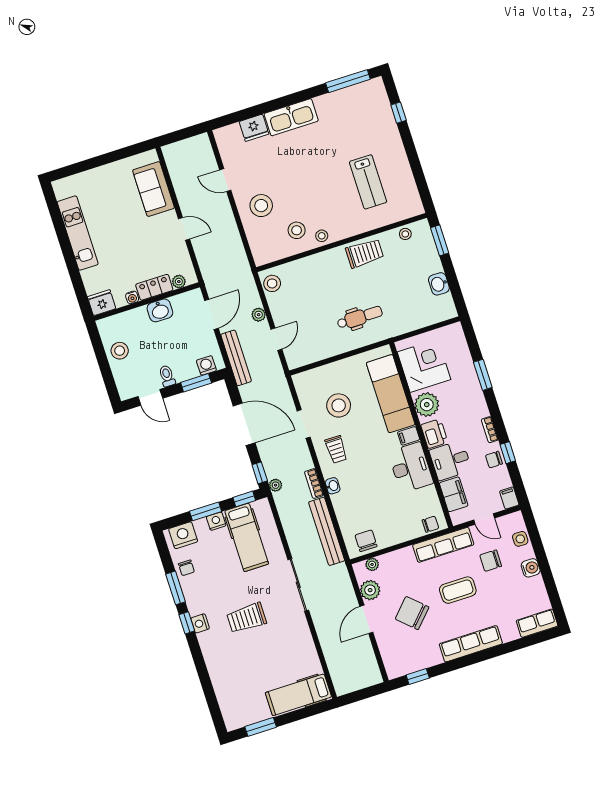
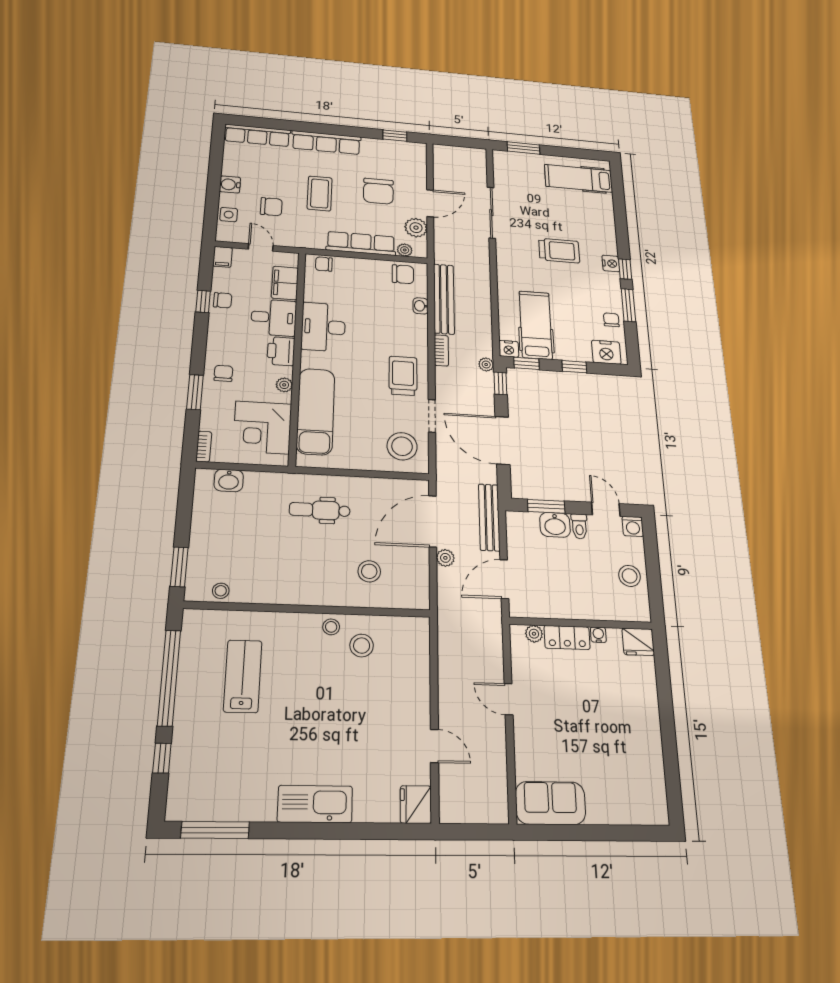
fridge: (254, 128) -> (416, 804), moved, turned -90
window: (415, 164) -> (169, 678), added
sofa: (154, 189) -> (550, 803), moved, turned -90
stool: (261, 206) -> (397, 694), removed
kitchen unit: (78, 233) -> (649, 742), removed
trolley: (365, 253) -> (284, 585), removed
stool: (272, 283) -> (369, 571), moved
washbasin: (439, 284) -> (229, 480), moved, turned 90
washbasin: (160, 310) -> (555, 525), moved, turned 180
door: (276, 339) -> (433, 521), width x1.88
washing machine: (206, 365) -> (633, 526), moved
chair: (469, 398) -> (223, 373), added
stool: (339, 405) -> (402, 446), moved
plant: (427, 405) -> (284, 385), width x0.53, depth x0.53
bookcase: (490, 430) -> (204, 447), moved
filing cabinet: (409, 436) -> (312, 360), removed
trolley: (336, 449) -> (403, 376), width x1.36, depth x1.39
washbasin: (333, 486) -> (421, 306), moved
window: (206, 511) -> (574, 367), width x0.67
nightstand: (216, 521) -> (509, 349), moved
chair: (366, 541) -> (403, 274), turned -90
row of seats: (443, 545) -> (361, 243), moved
sliding door: (298, 585) -> (491, 213), moved
coffee table: (458, 590) -> (320, 193), turned 90
chair: (412, 613) -> (378, 191), turned 47
row of seats: (537, 623) -> (257, 135), width x1.48
hospital bed: (298, 695) -> (579, 178), moved, turned 180
window: (261, 727) -> (523, 148), moved

